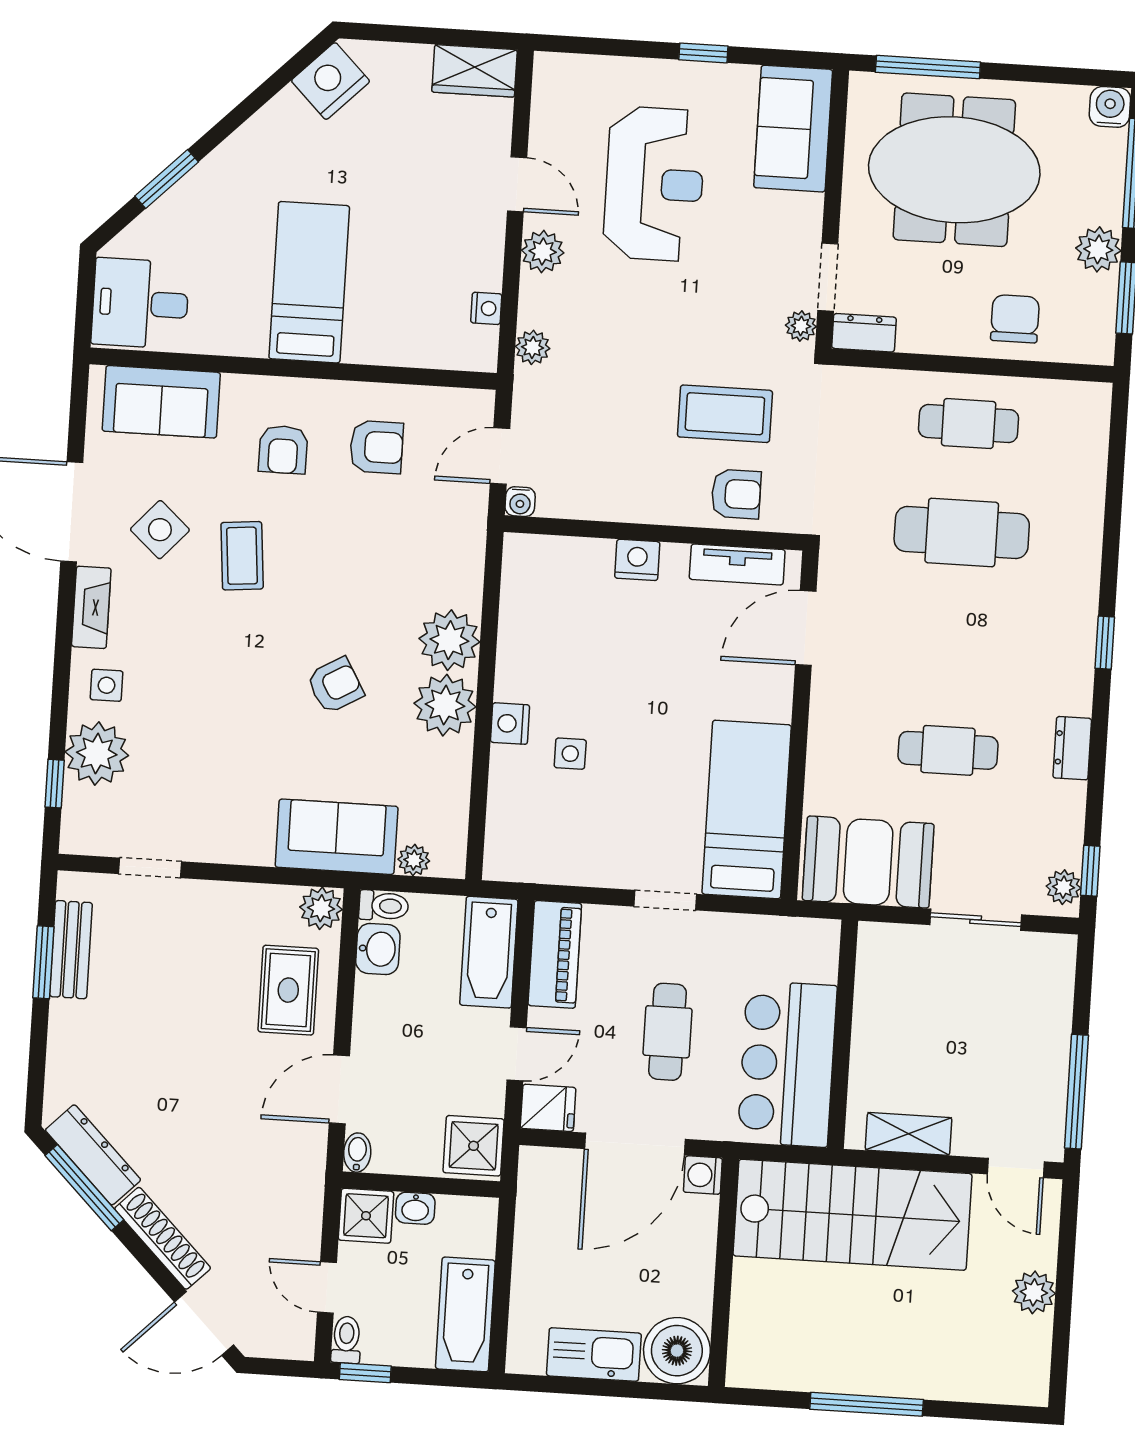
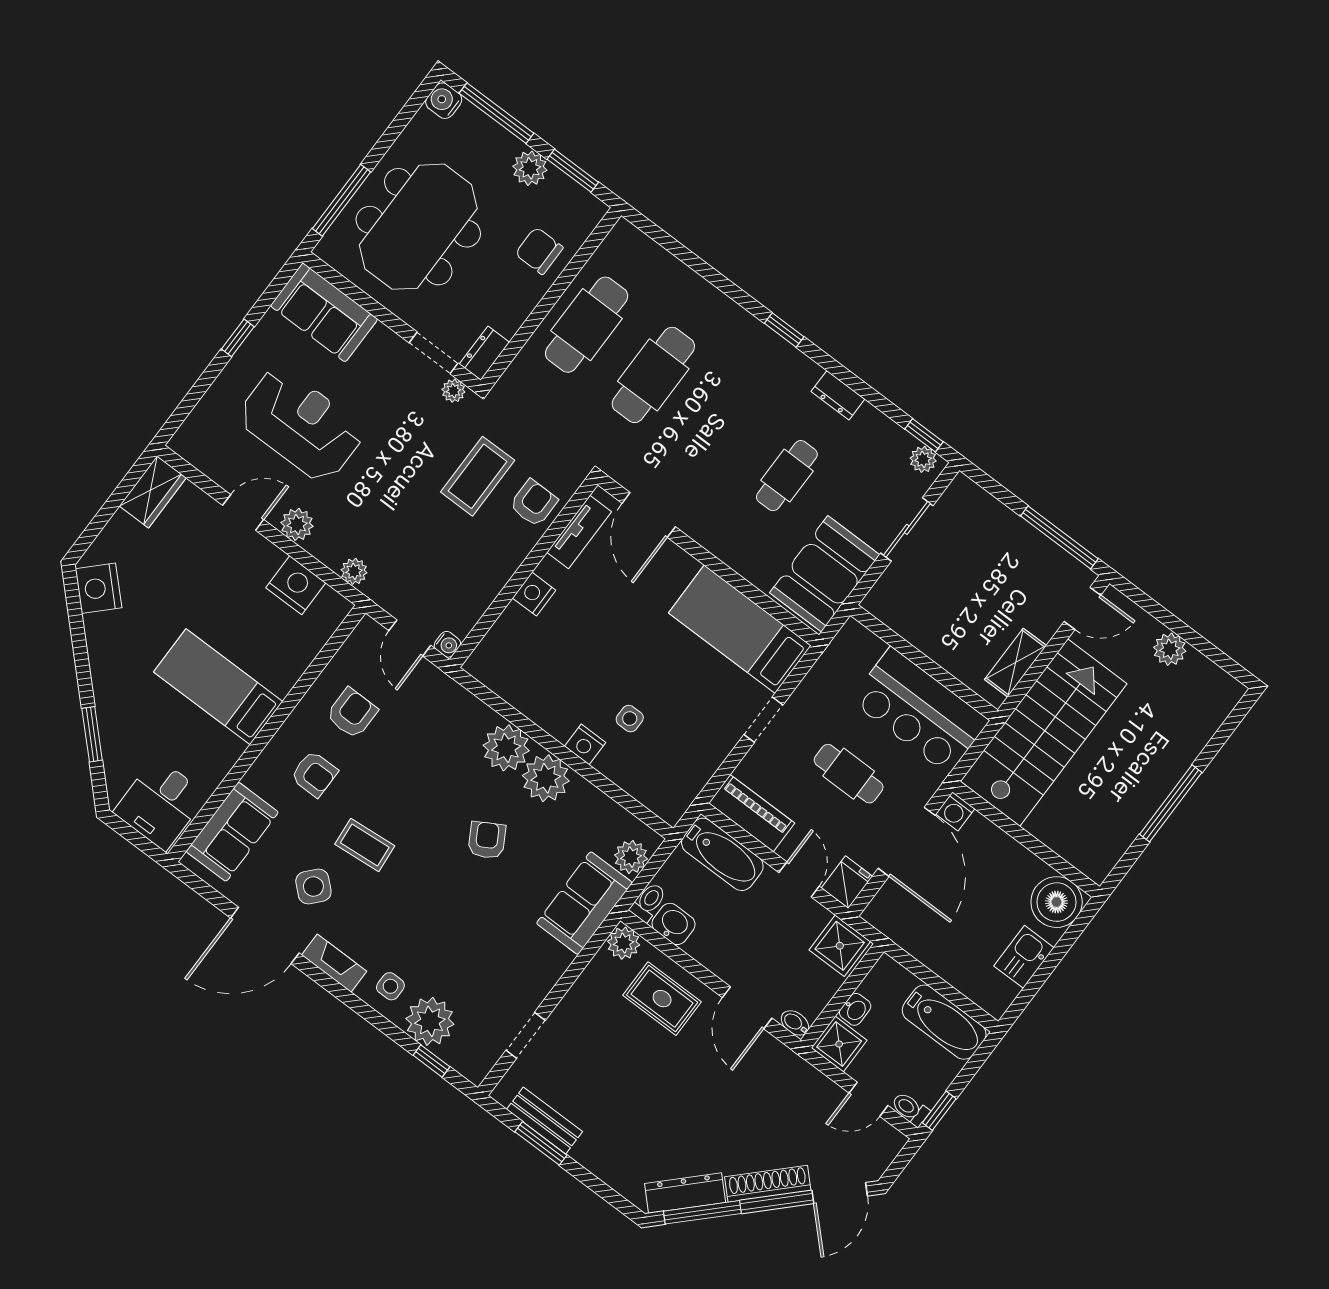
nightstand: (486, 308) -> (296, 585), width x1.89, depth x1.79
cafe table: (969, 424) -> (587, 325), width x1.37, depth x1.35
plant: (414, 860) -> (631, 857), width x1.38, depth x1.38
kitchen sink: (594, 1354) -> (1024, 957), width x0.73

